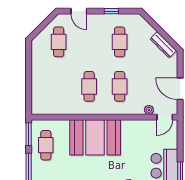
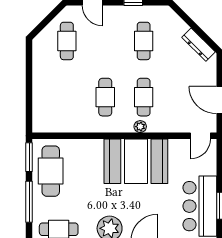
plant: (149, 110) -> (140, 127), moved
booth: (95, 137) -> (136, 161), moved
cafe table: (46, 145) -> (51, 171), width x1.37, depth x1.35

